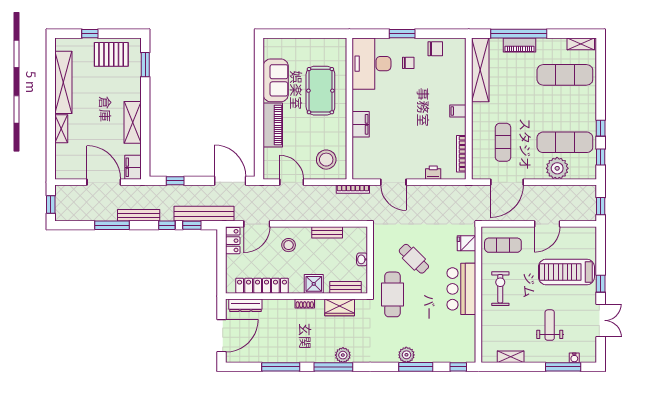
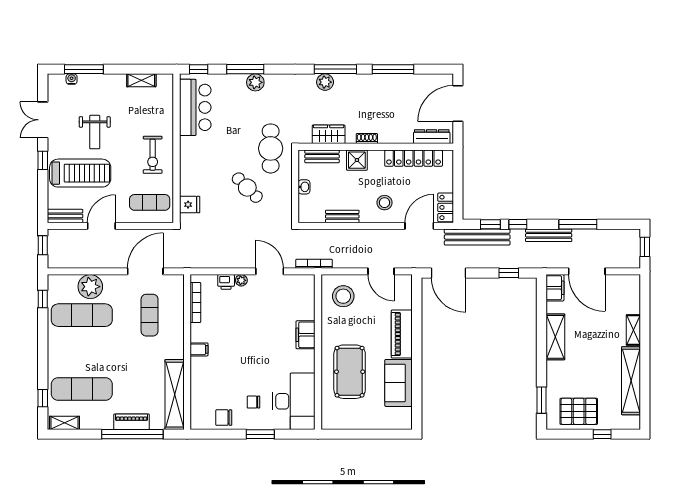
window: (601, 128) -> (43, 398), moved
plant: (419, 174) -> (241, 280), added
bench: (580, 233) -> (65, 216), added
bar counter: (461, 289) -> (195, 107), moved
weight bench: (550, 325) -> (95, 132), moved

